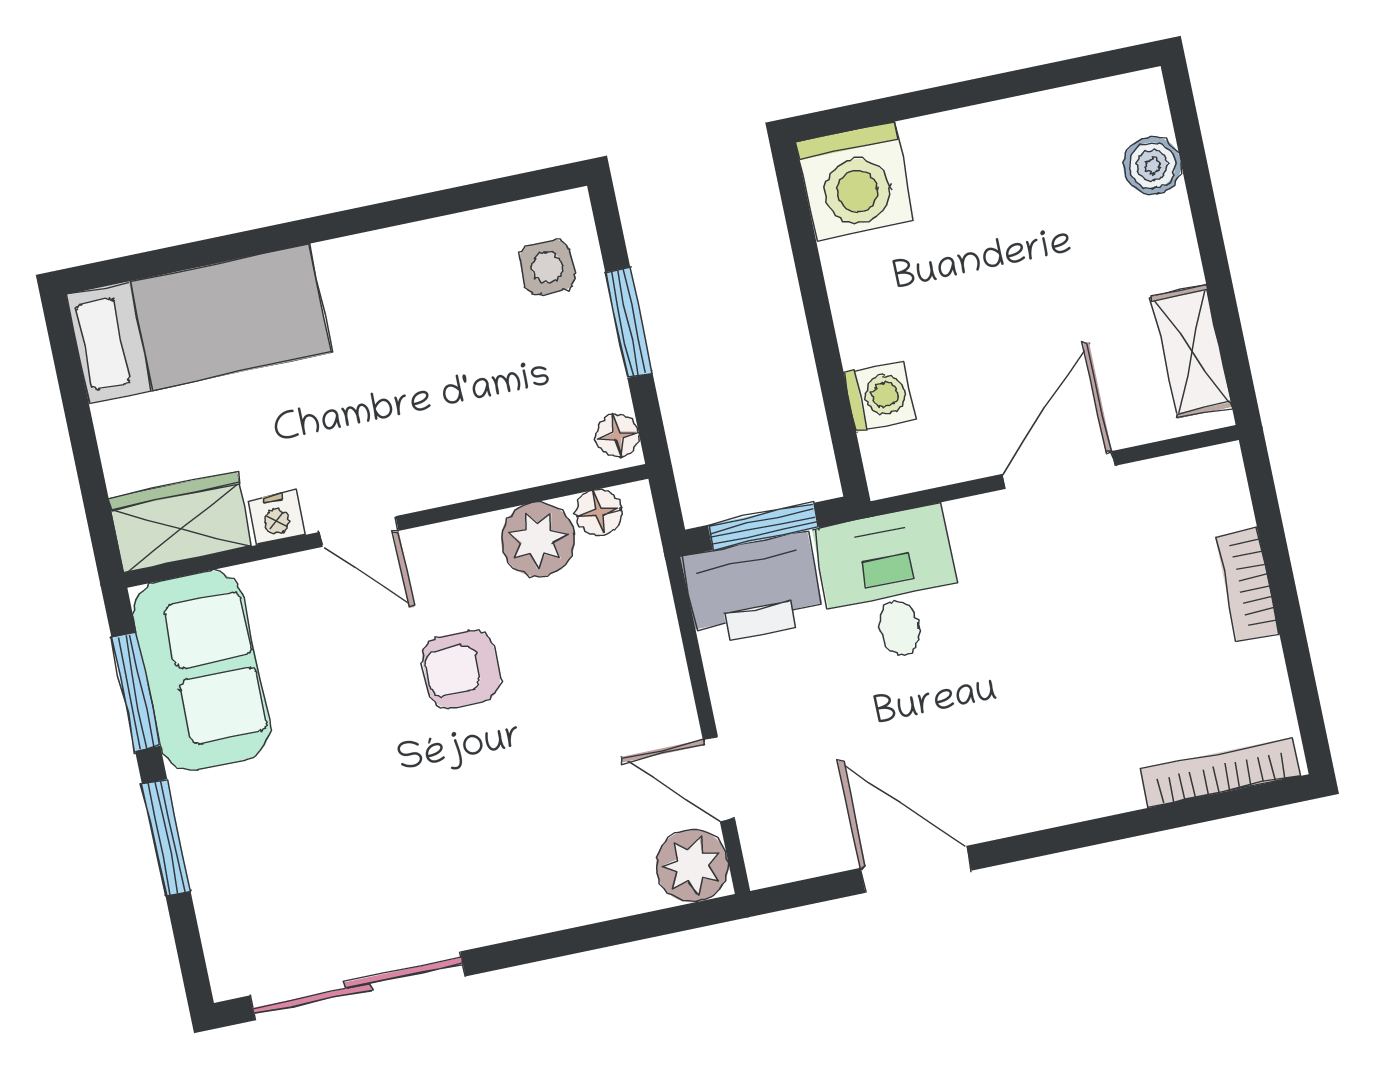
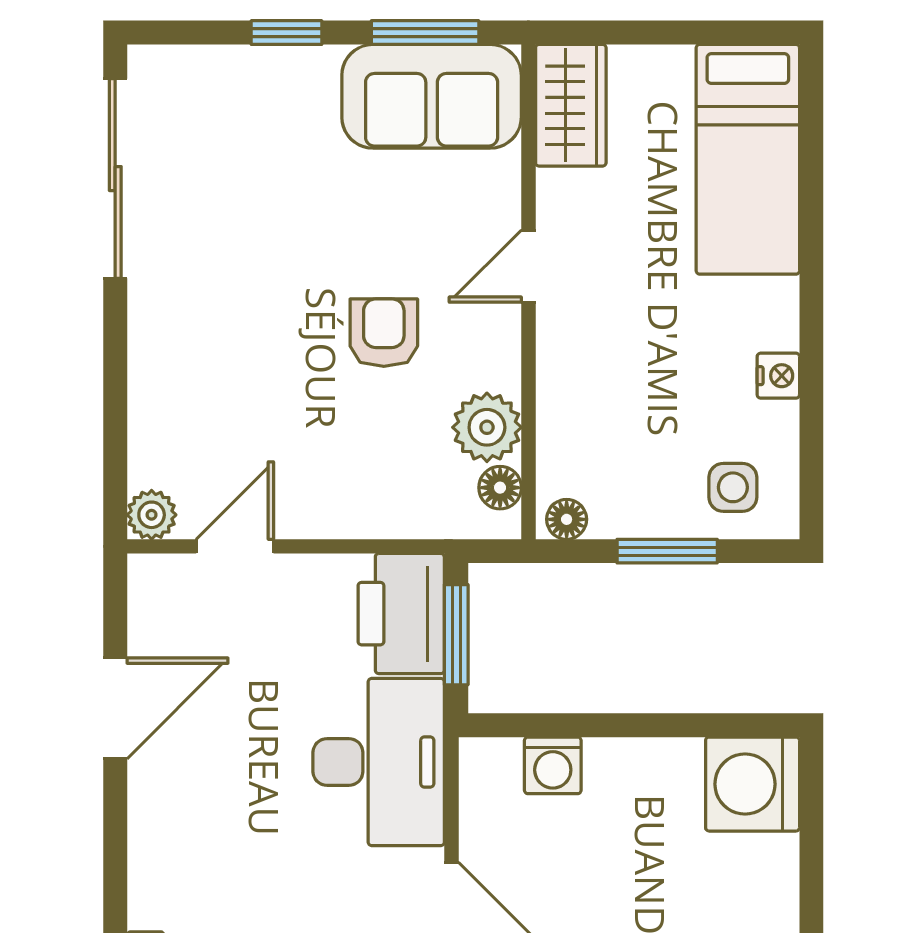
nightstand: (276, 518) -> (778, 376), moved, turned 180
desk: (890, 585) -> (379, 762), width x1.37
window: (166, 838) -> (287, 33), width x0.67
plant: (692, 866) -> (152, 515), width x0.73, depth x0.73

